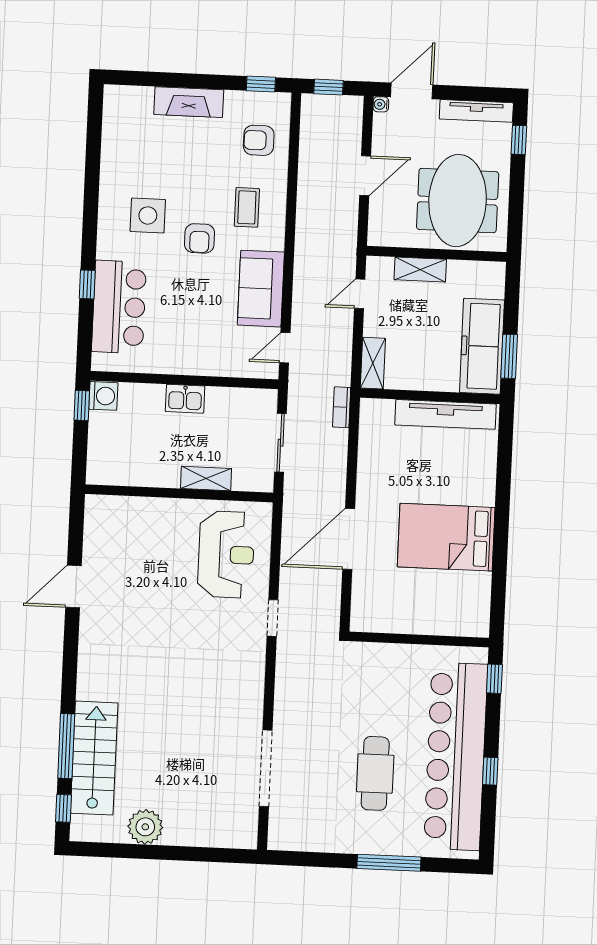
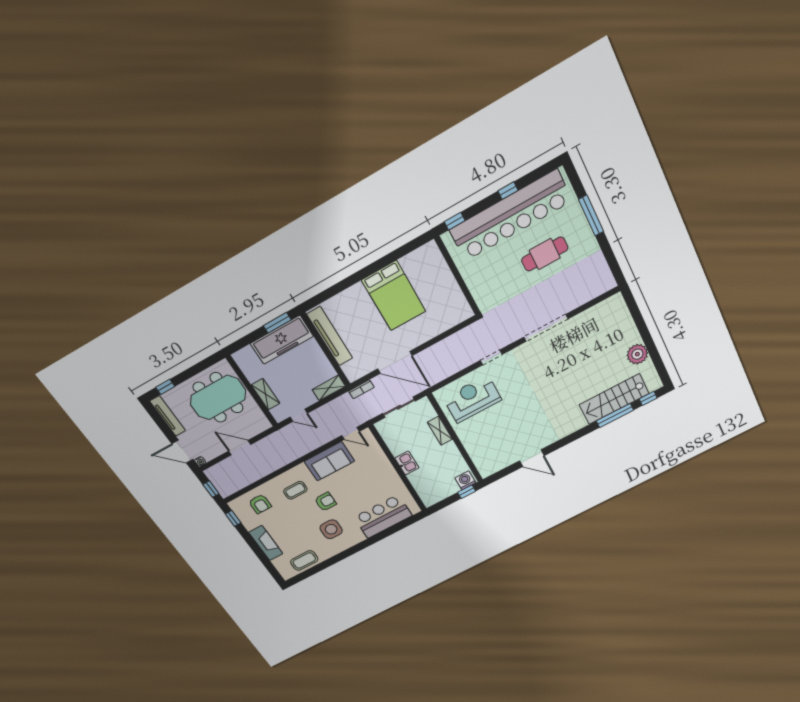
coffee table: (121, 138) -> (304, 560), added
window: (87, 284) -> (382, 535), removed
washing machine: (103, 396) -> (465, 480), moved
window: (82, 405) -> (467, 492), moved
door: (349, 539) -> (395, 362), moved
doorway: (266, 768) -> (546, 328), moved

